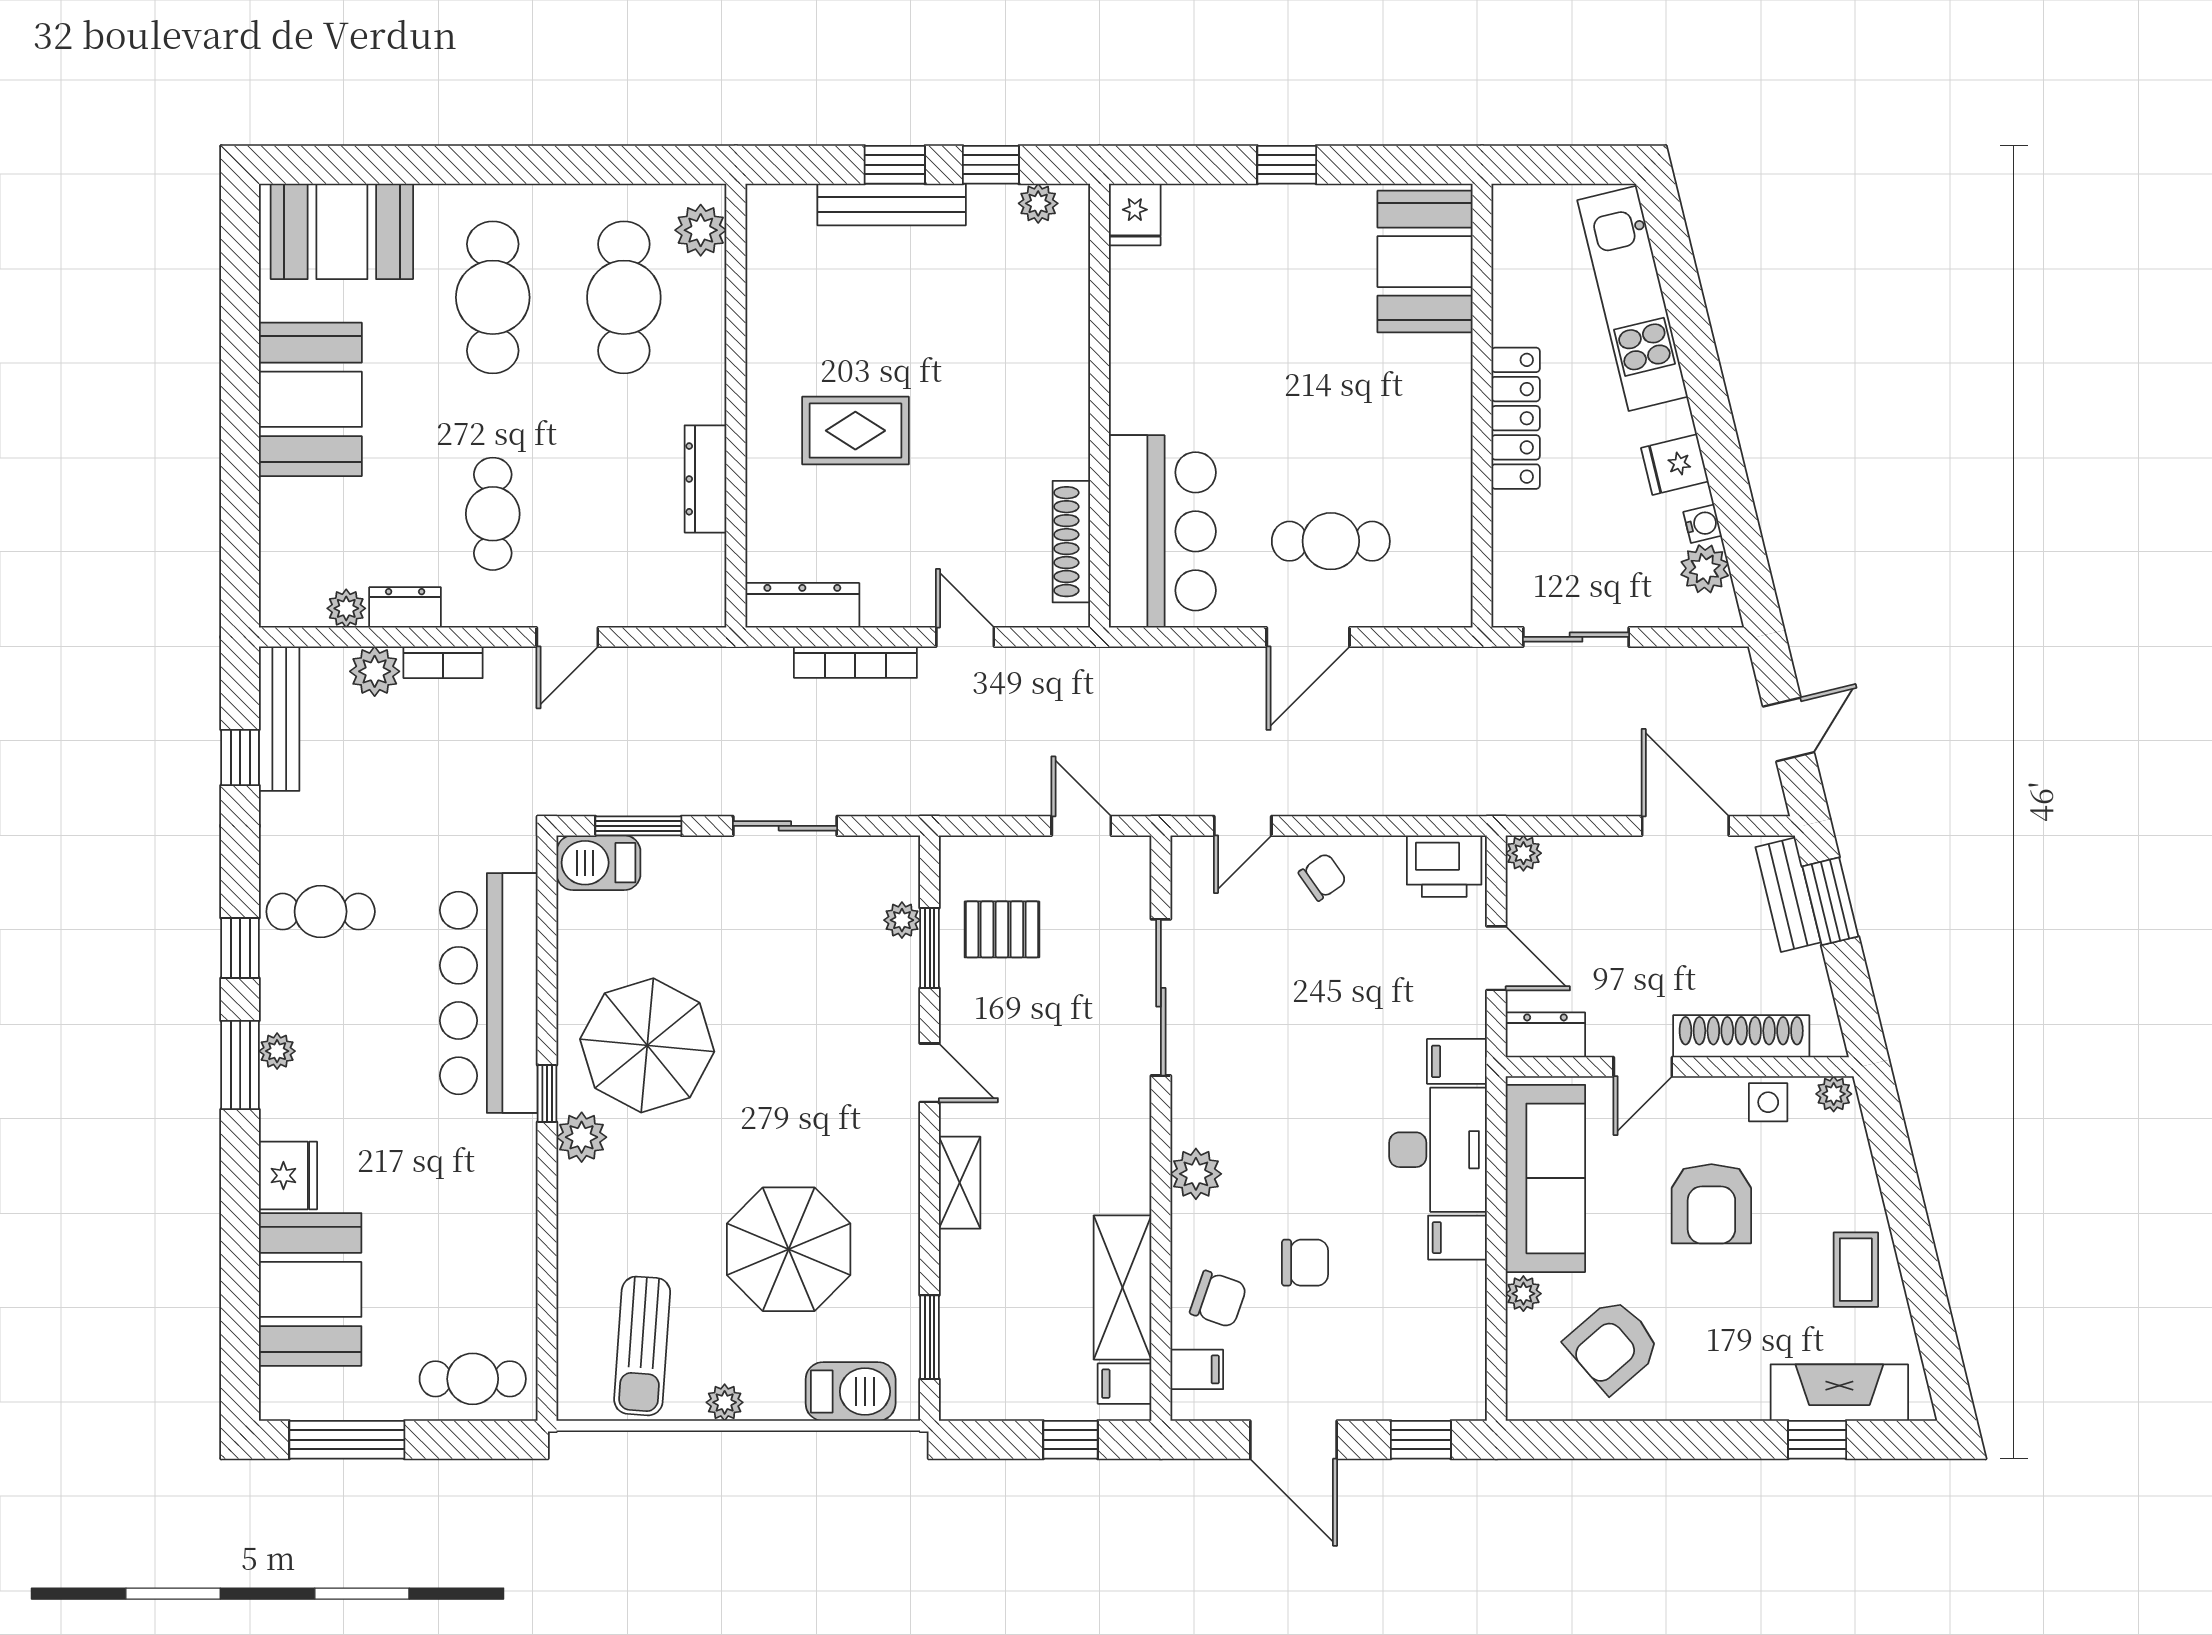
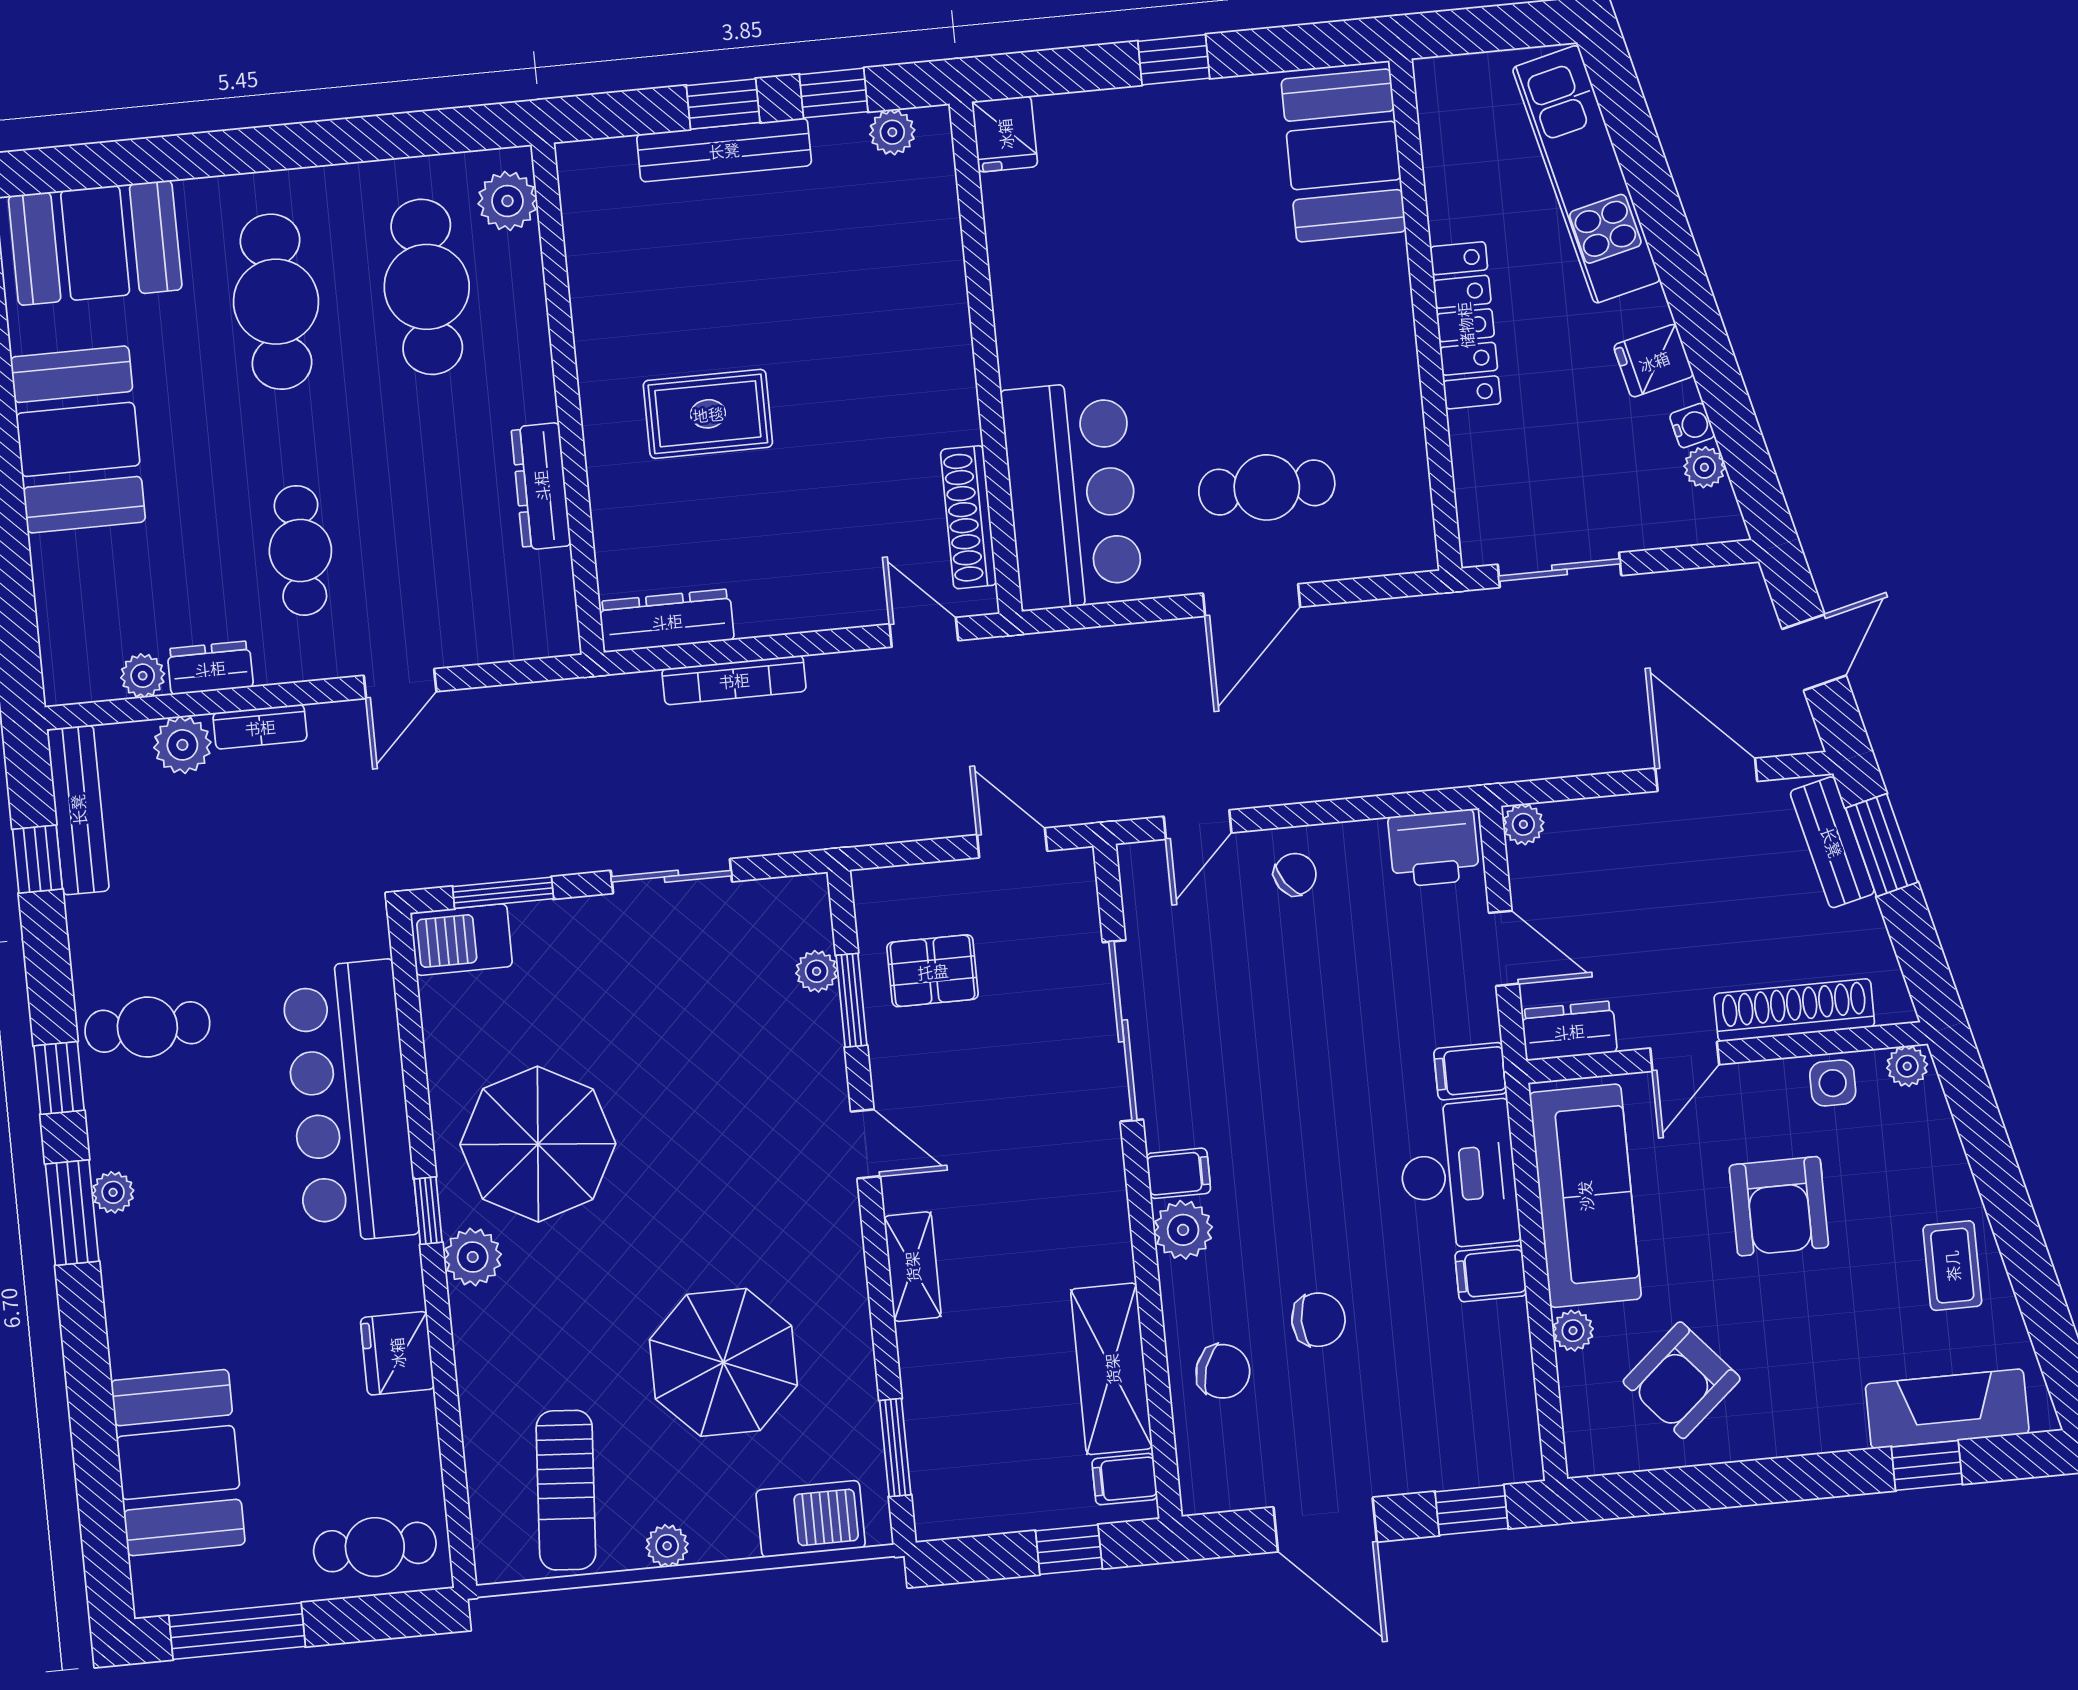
plant: (1705, 569) -> (1704, 467), width x0.73, depth x0.73
door: (965, 637) -> (924, 632), moved
fridge: (288, 1176) -> (397, 1353), moved, turned 180
filing cabinet: (1197, 1369) -> (1178, 1173), moved

